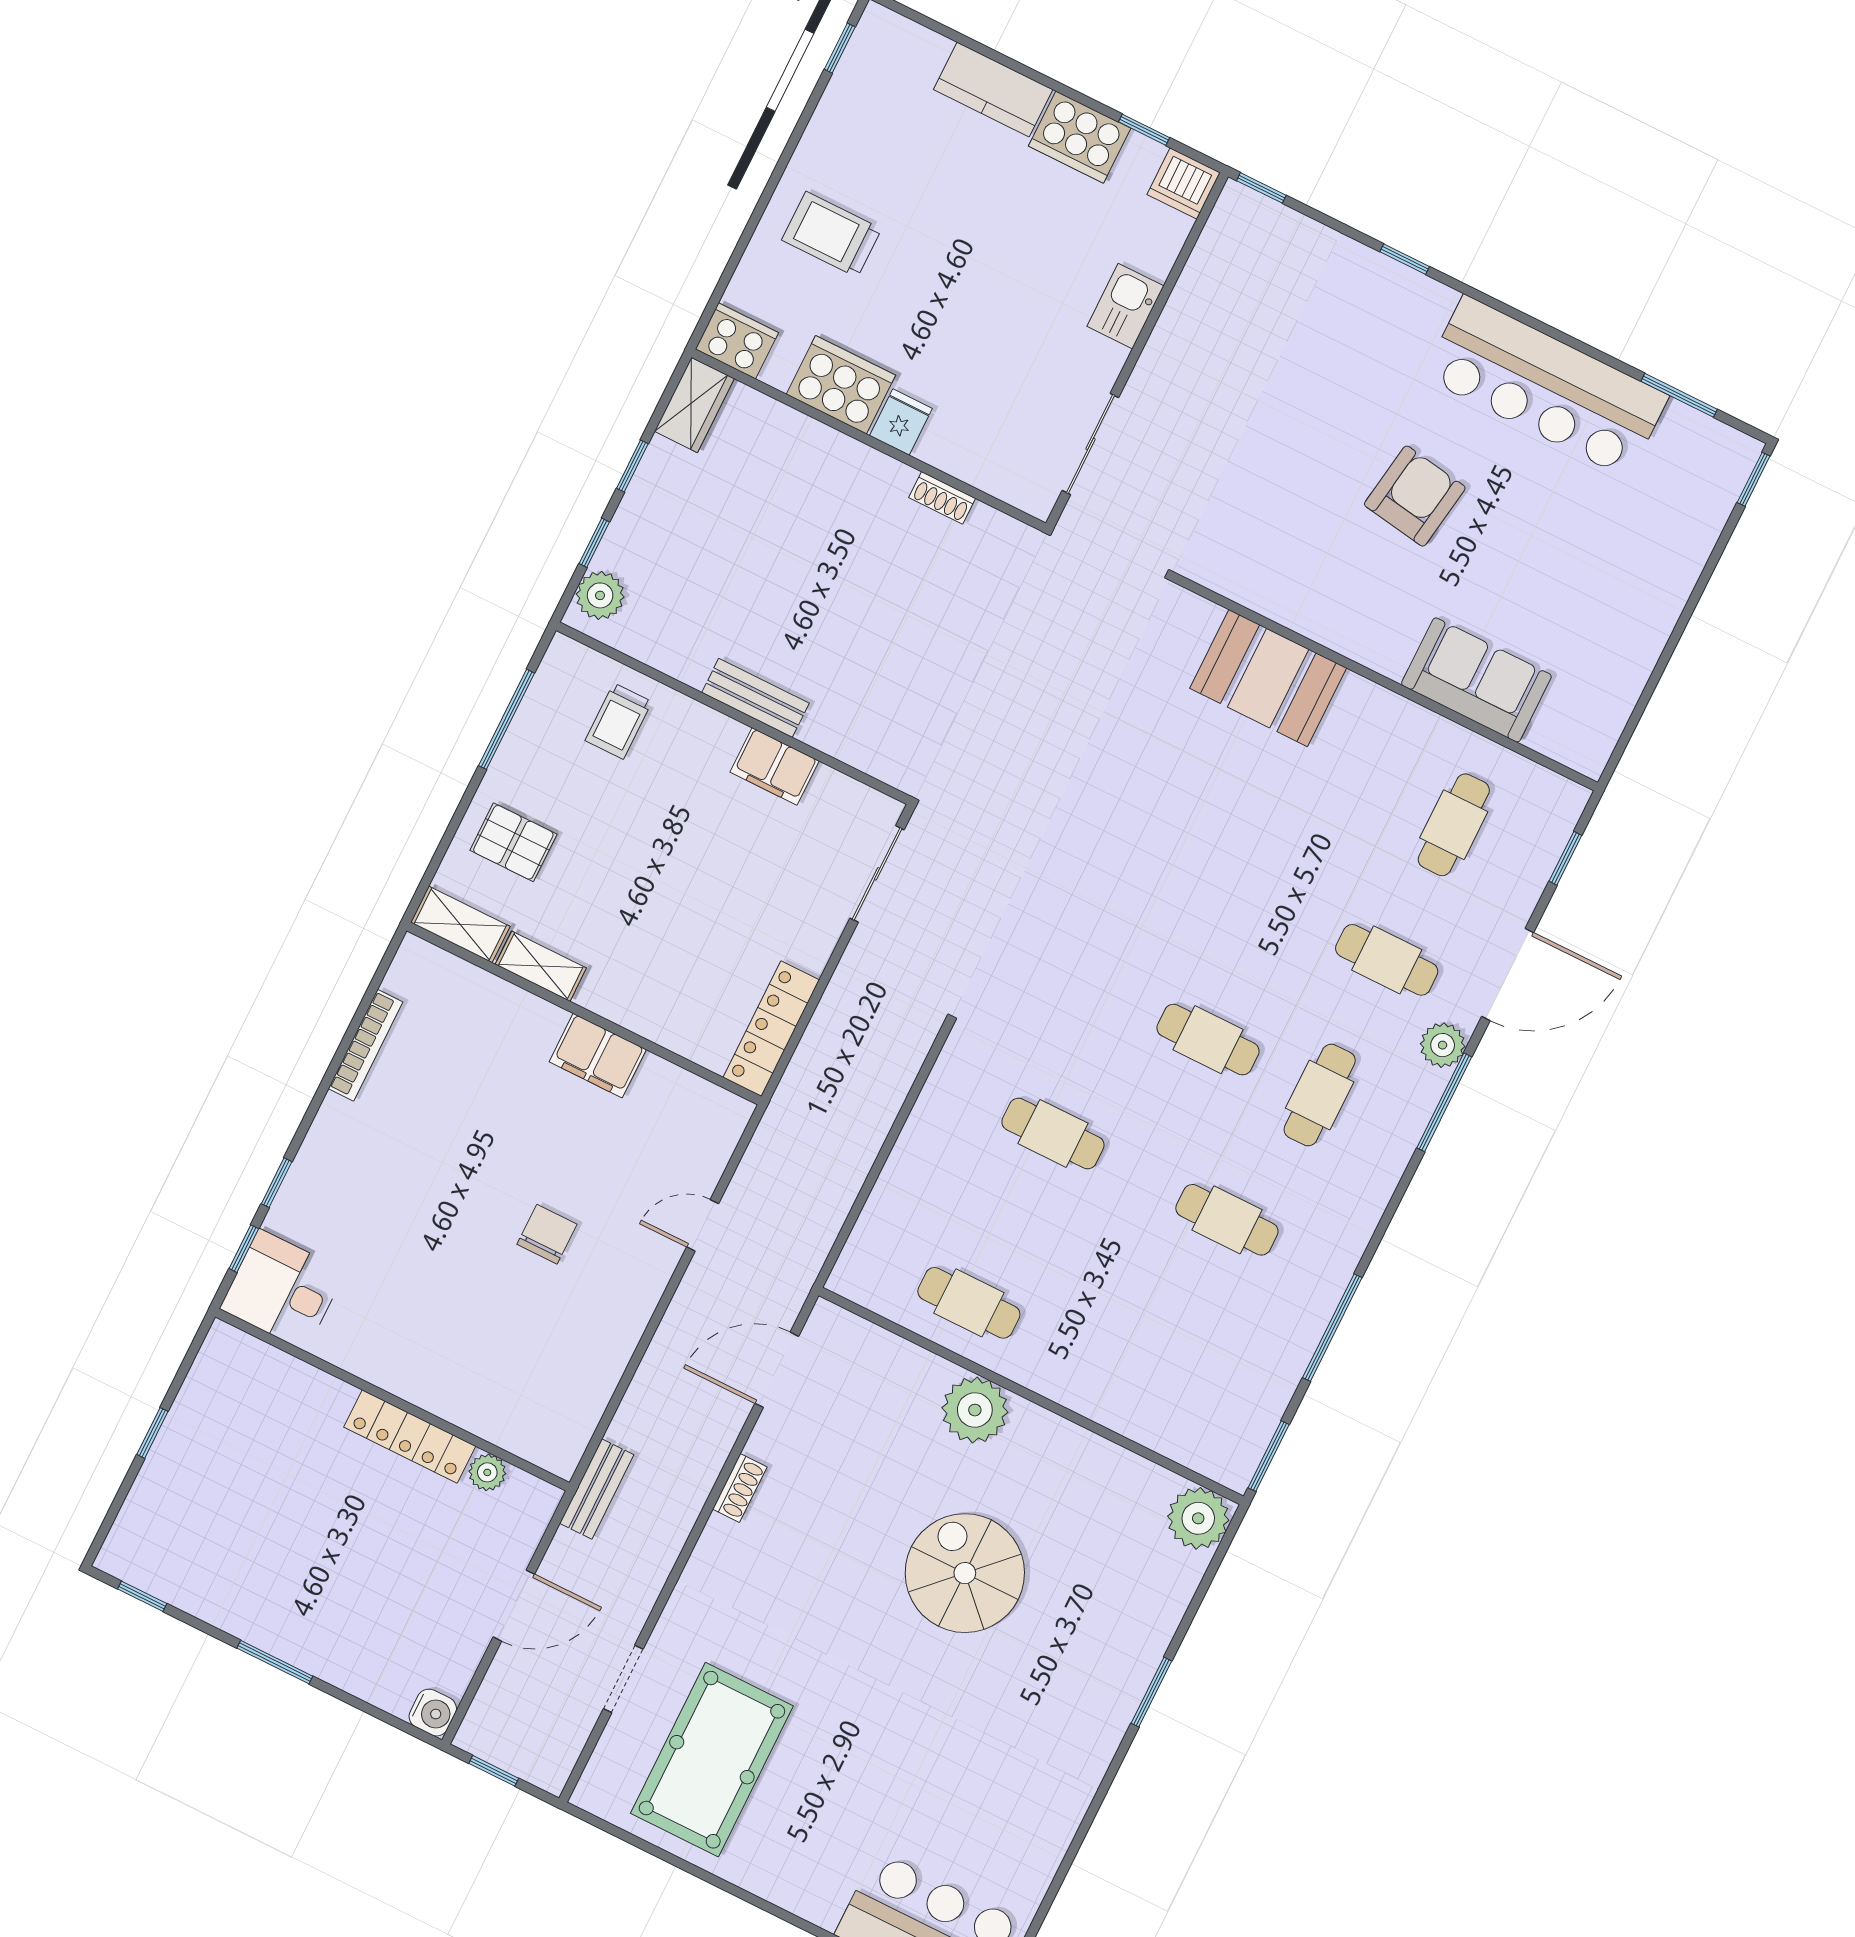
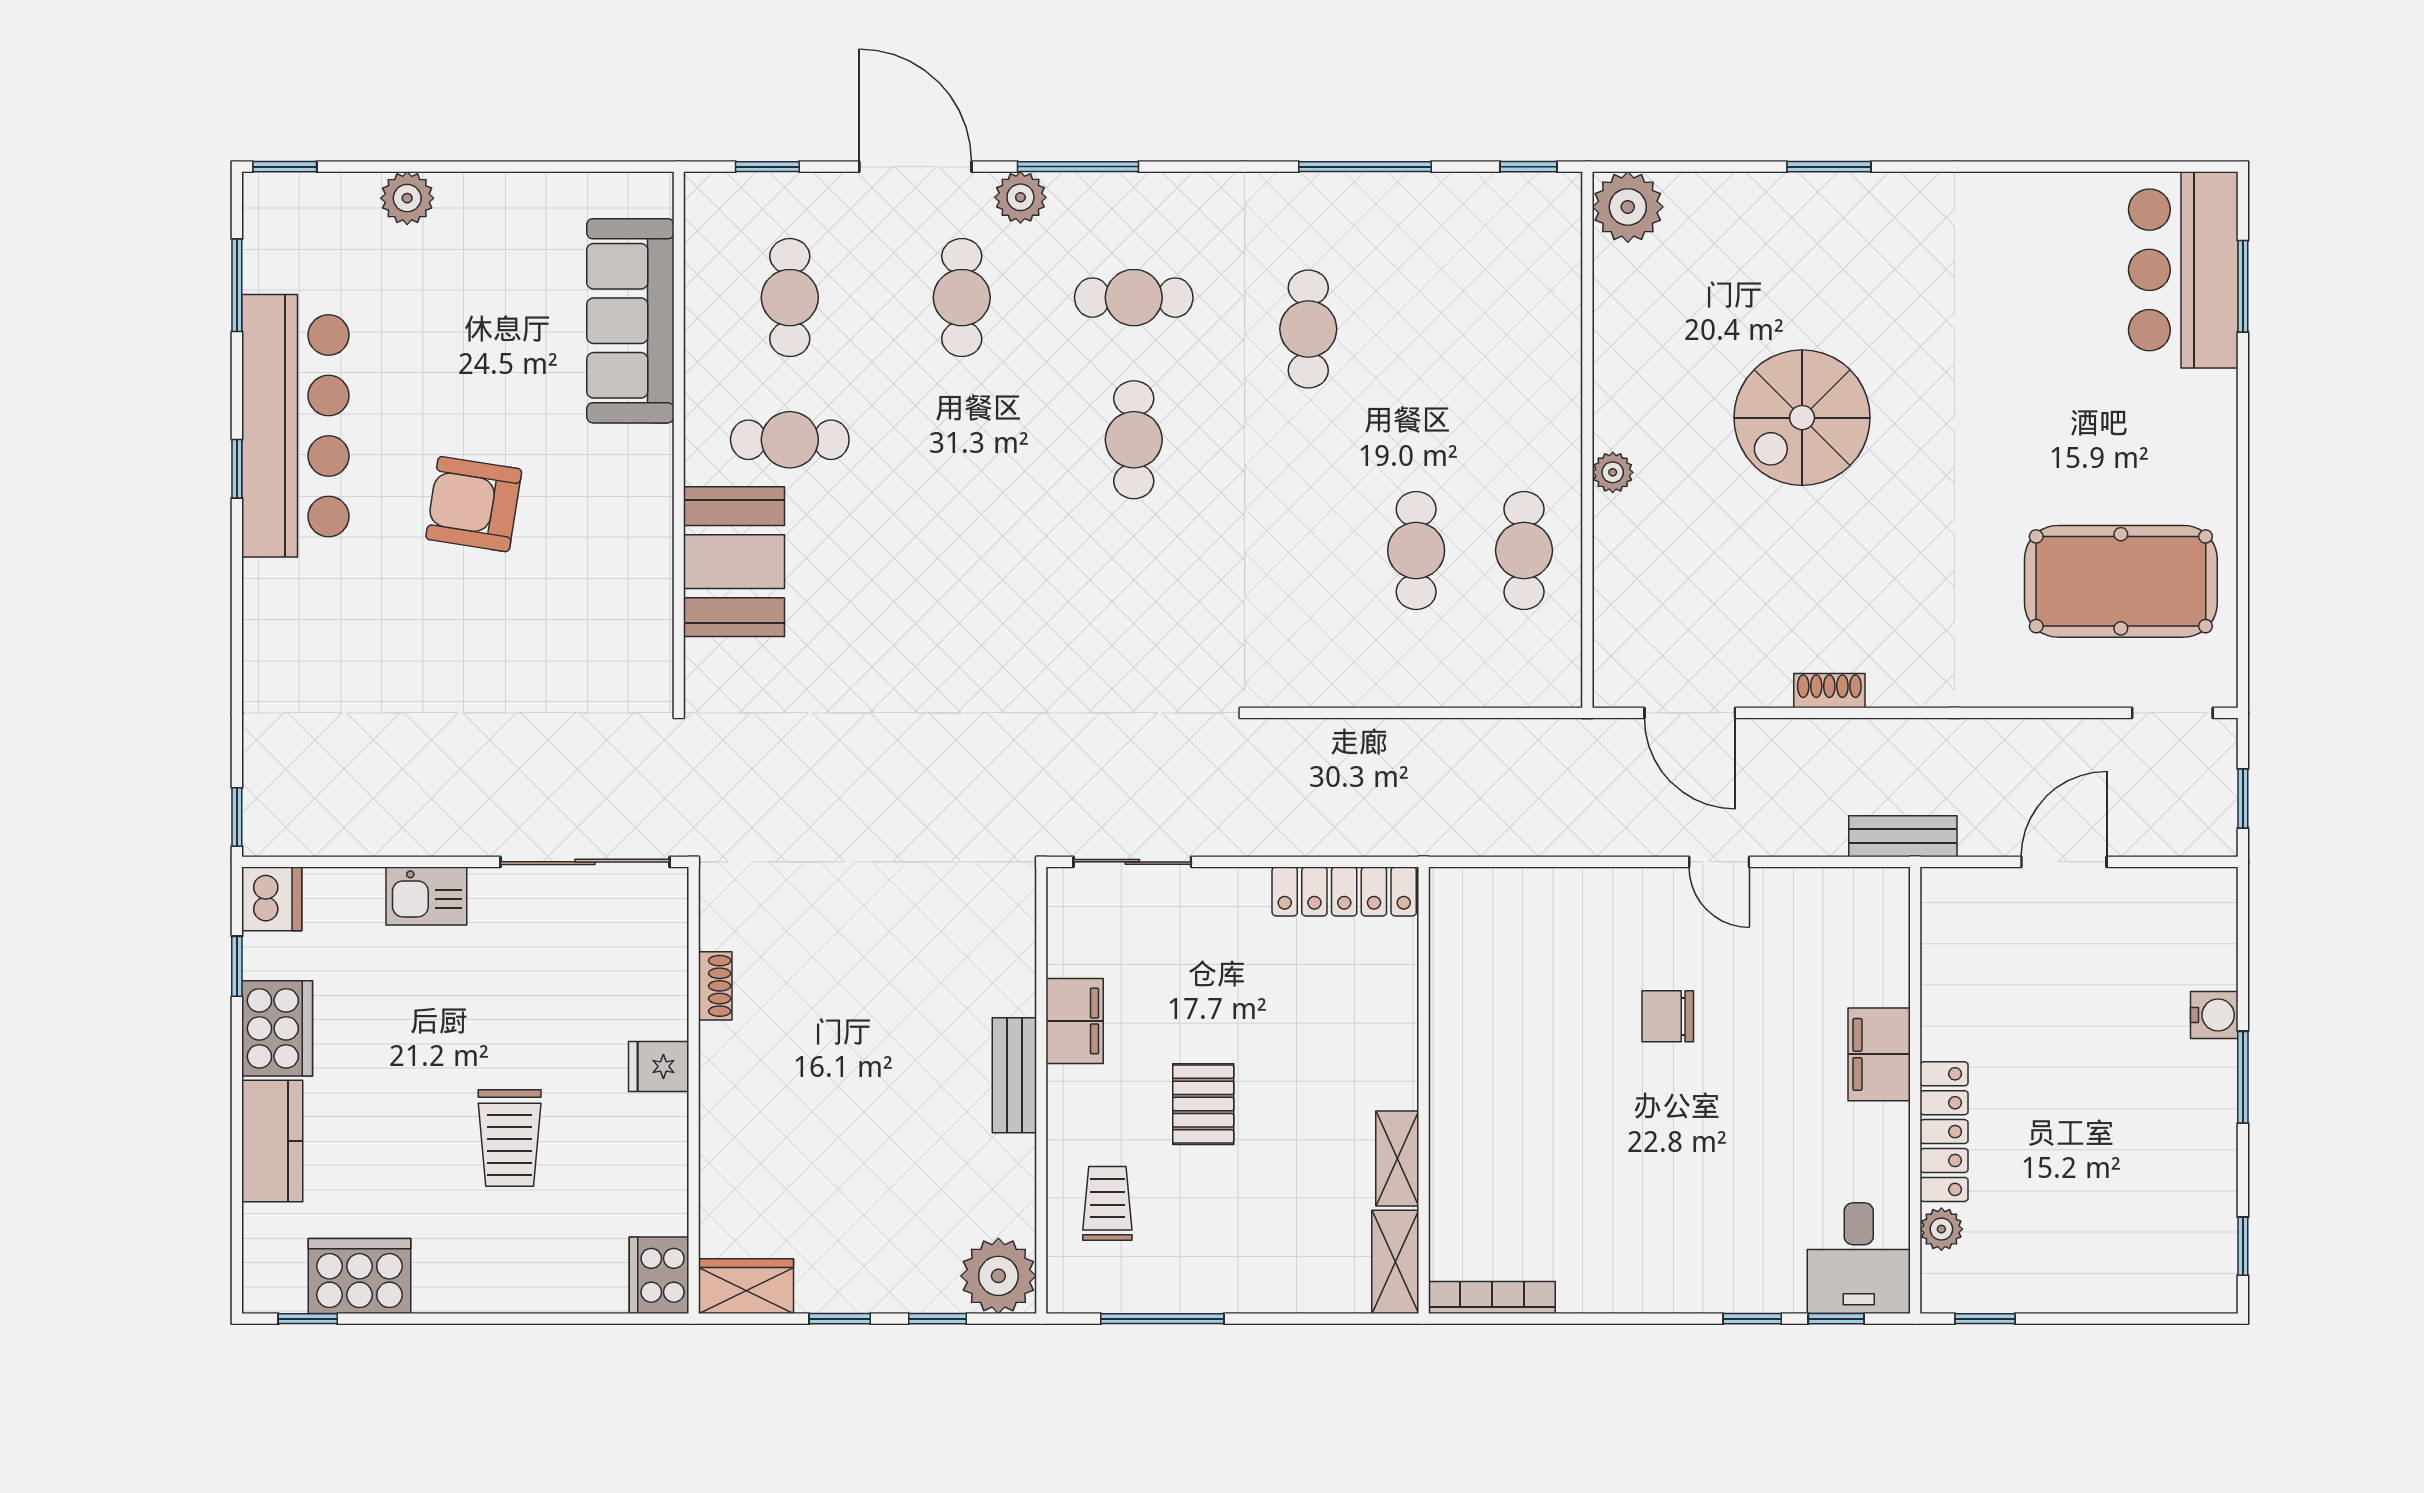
trolley: (832, 234) -> (510, 1138), moved
window: (1405, 259) -> (237, 469), moved
cooker: (841, 385) -> (359, 1276), moved, turned 90
sliding door: (1090, 444) -> (585, 862), width x1.37
plant: (1681, 563) -> (407, 198), added
plant: (600, 595) -> (998, 1276), width x1.36, depth x1.36
sofa: (1476, 680) -> (630, 321), width x1.36
trolley: (618, 721) -> (1107, 1203), turned -90
cafe table: (1342, 769) -> (790, 440), added
cafe table: (1454, 825) -> (790, 298), turned 90
pallet: (513, 842) -> (1203, 1104), moved
bookcase: (365, 1045) -> (1492, 1297), moved
filing cabinet: (598, 1056) -> (1879, 1054), moved, turned 180
cafe table: (1053, 1133) -> (1416, 550), moved
door: (703, 1225) -> (1719, 862), moved
plant: (975, 1410) -> (1613, 472), width x0.53, depth x0.53
window: (152, 1433) -> (1985, 1319), moved
locker: (410, 1437) -> (1944, 1132), moved
window: (1269, 1456) -> (1529, 167), width x0.67
plant: (487, 1472) -> (1941, 1229), moved
door: (514, 1606) -> (2064, 862), hinge flipped
doorway: (623, 1679) -> (2172, 713), moved
water cooler: (433, 1713) -> (2214, 1015), moved, turned 90

